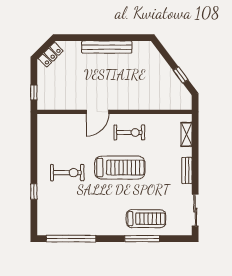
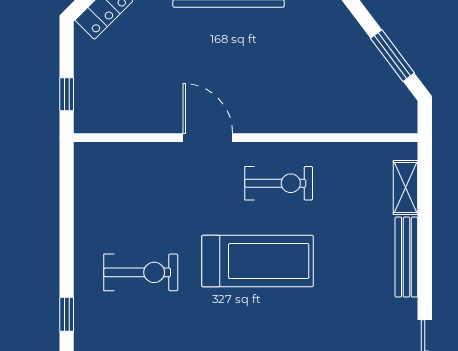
window: (181, 75) -> (392, 56), width x1.50
door: (97, 112) -> (208, 138), swing flipped
bench: (187, 171) -> (406, 257), width x1.36

